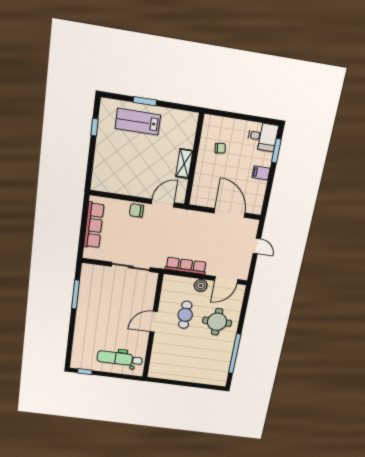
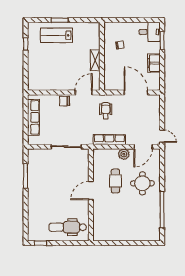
filing cabinet: (261, 173) -> (154, 63), width x2.00
wheelchair: (187, 230) -> (106, 111), added
door: (257, 246) -> (162, 136), moved

